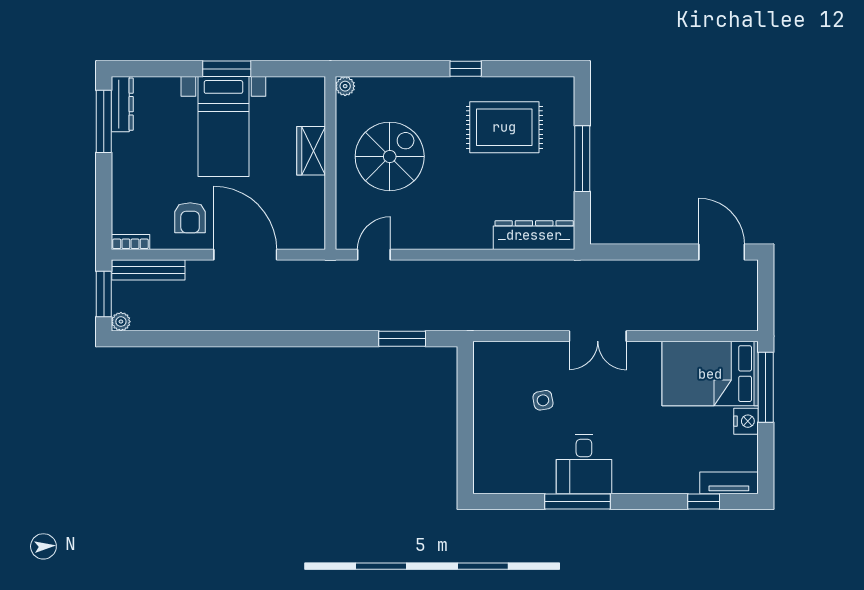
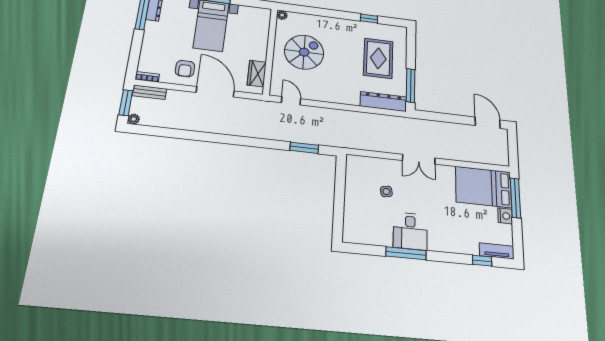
window: (466, 69) -> (369, 18), moved
rug: (504, 127) -> (378, 58), moved, turned 90
wardrobe: (311, 151) -> (257, 73), moved
window: (582, 159) -> (411, 85), moved
door: (374, 255) -> (291, 101), hinge flipped
bench: (148, 270) -> (149, 92), width x0.73

